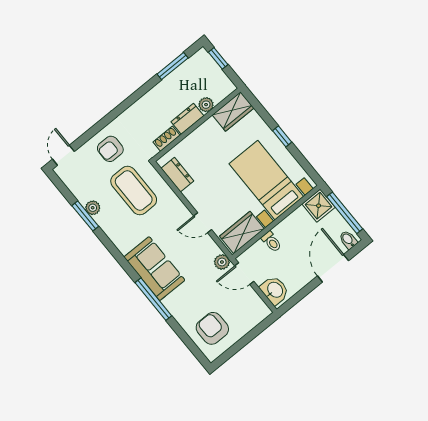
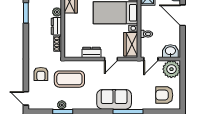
dresser: (177, 175) -> (91, 52), moved
plant: (222, 262) -> (171, 69), moved, width x1.88, depth x1.88

